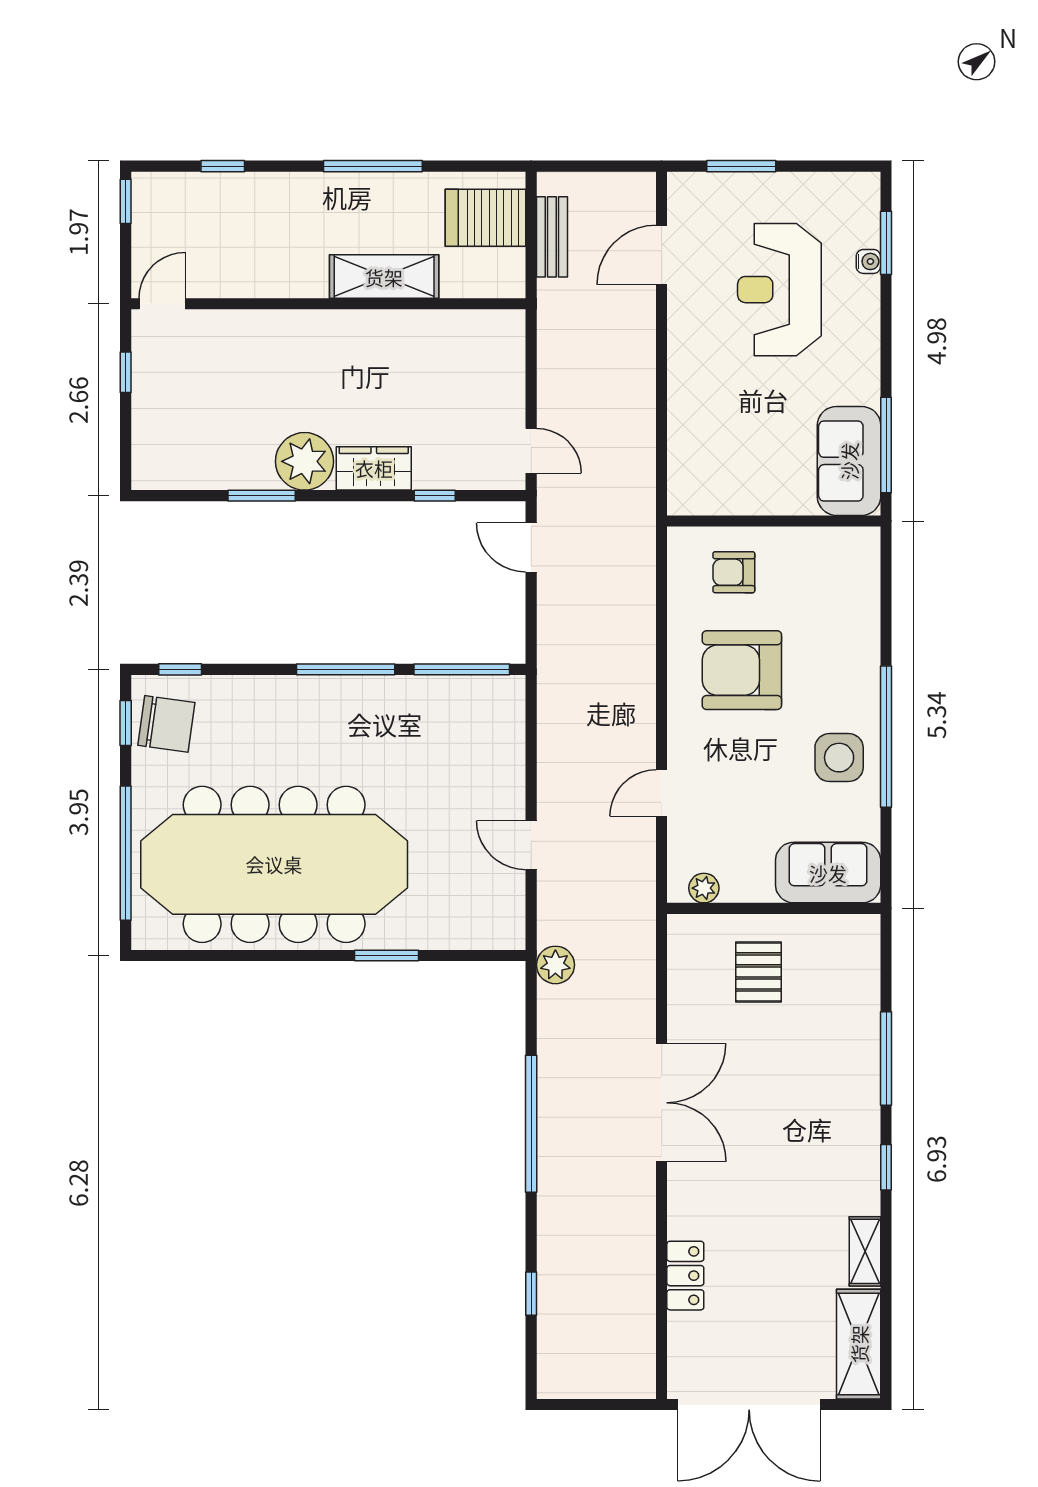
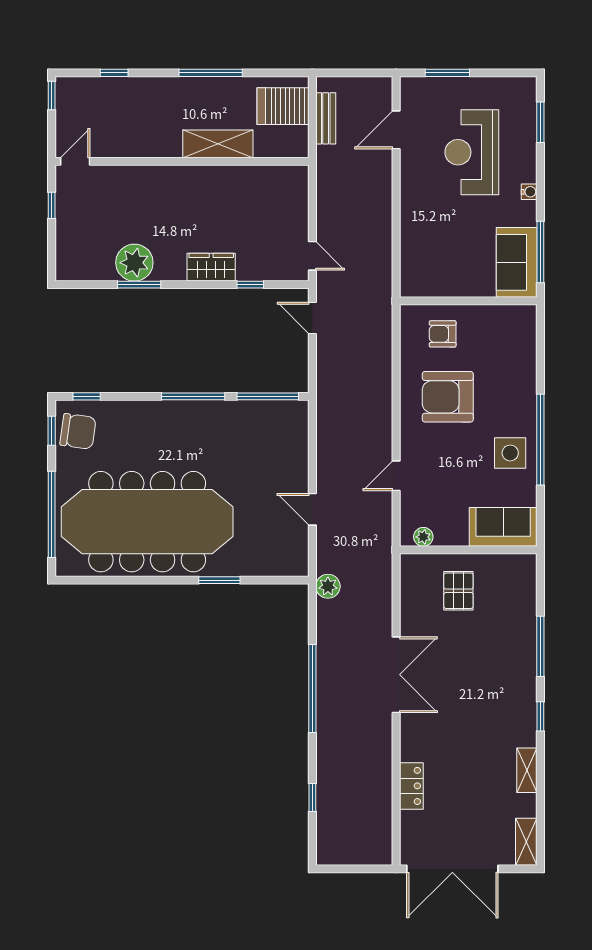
water cooler: (868, 261) -> (529, 192), moved
plant: (304, 461) -> (134, 263), moved
shelving: (859, 1344) -> (526, 842), width x0.67, depth x0.75

